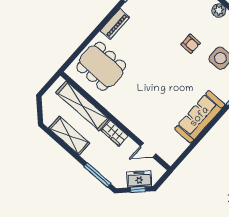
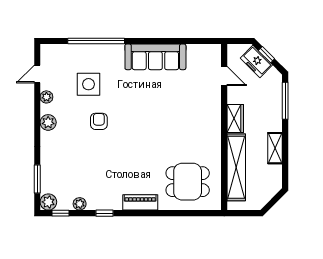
dining table: (101, 66) -> (188, 182), width x0.73
shelving: (69, 136) -> (275, 148), width x0.67, depth x0.75

